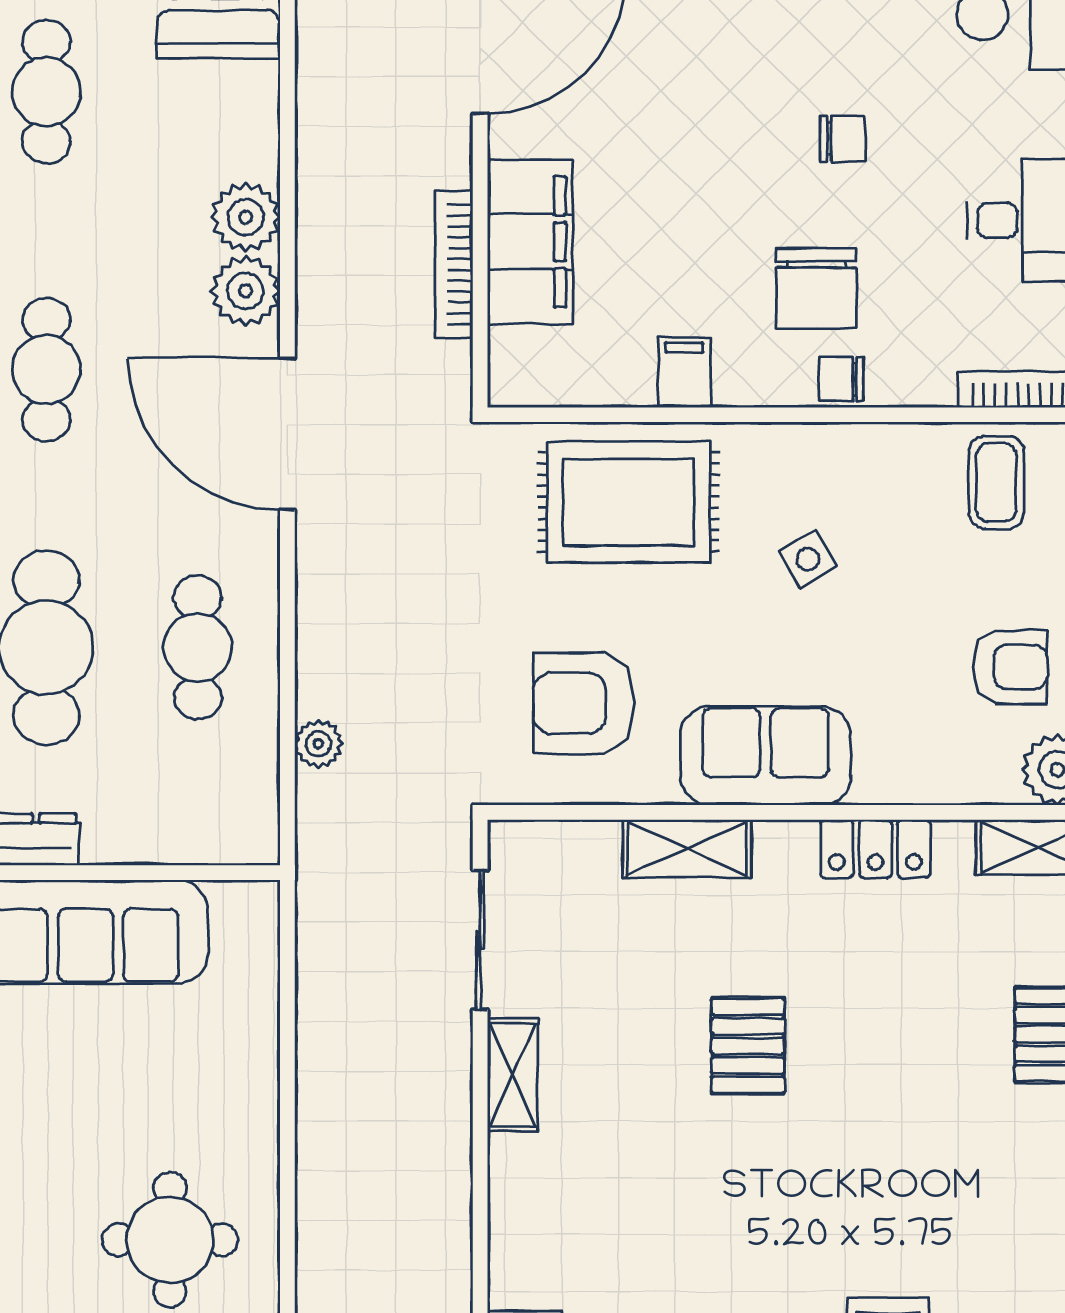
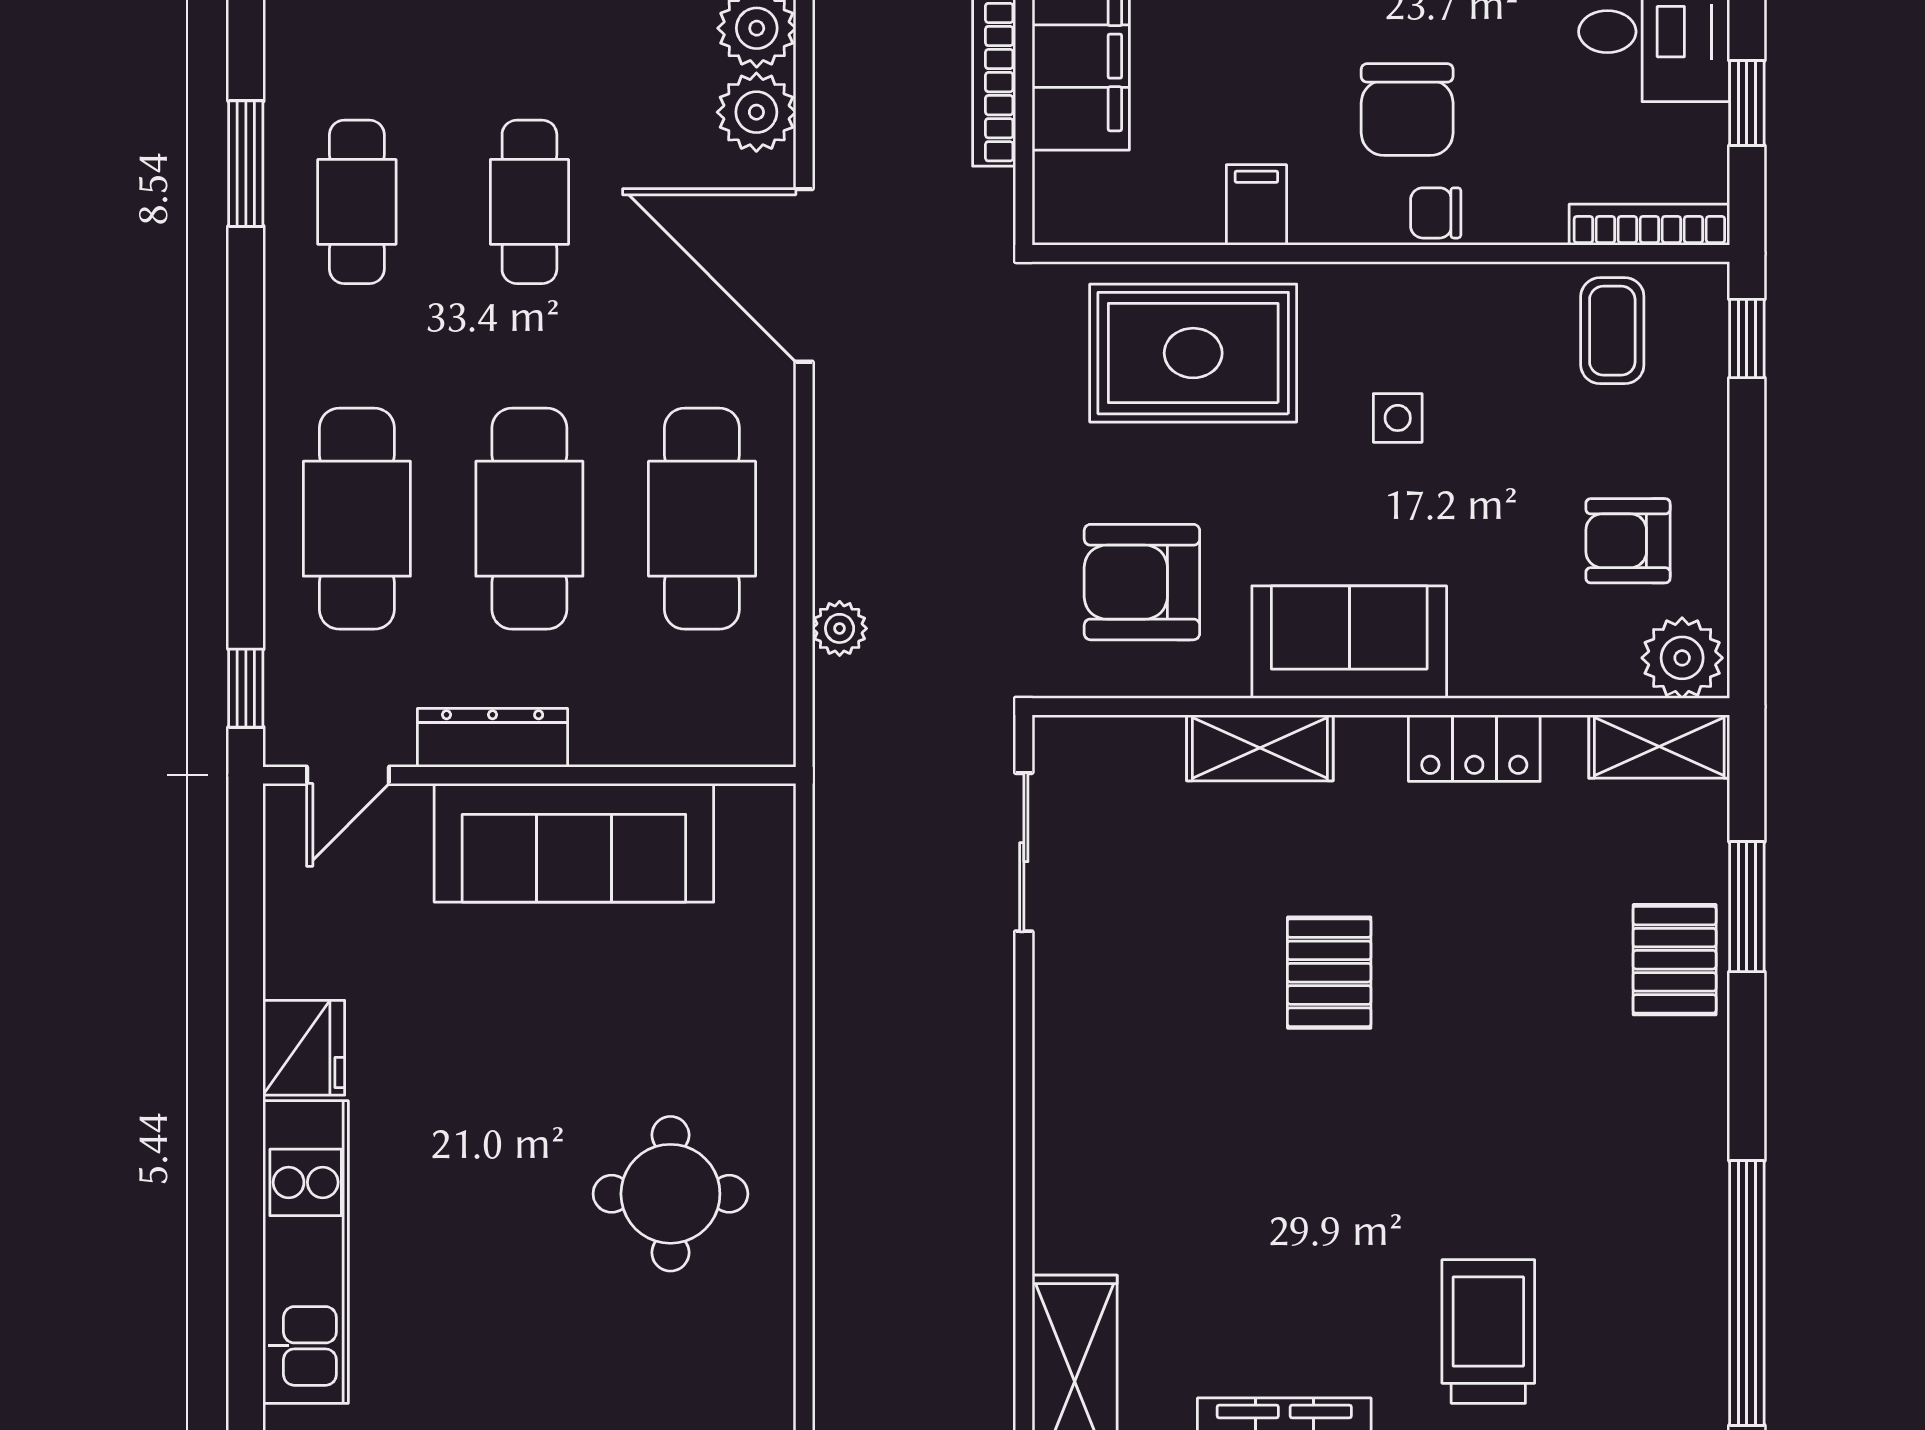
side table: (808, 559) -> (1398, 418), turned 30
cafe table: (198, 647) -> (702, 519), width x1.37, depth x1.35
armchair: (1010, 667) -> (1628, 541), turned 180
shelving: (513, 1075) -> (1061, 1006), removed

